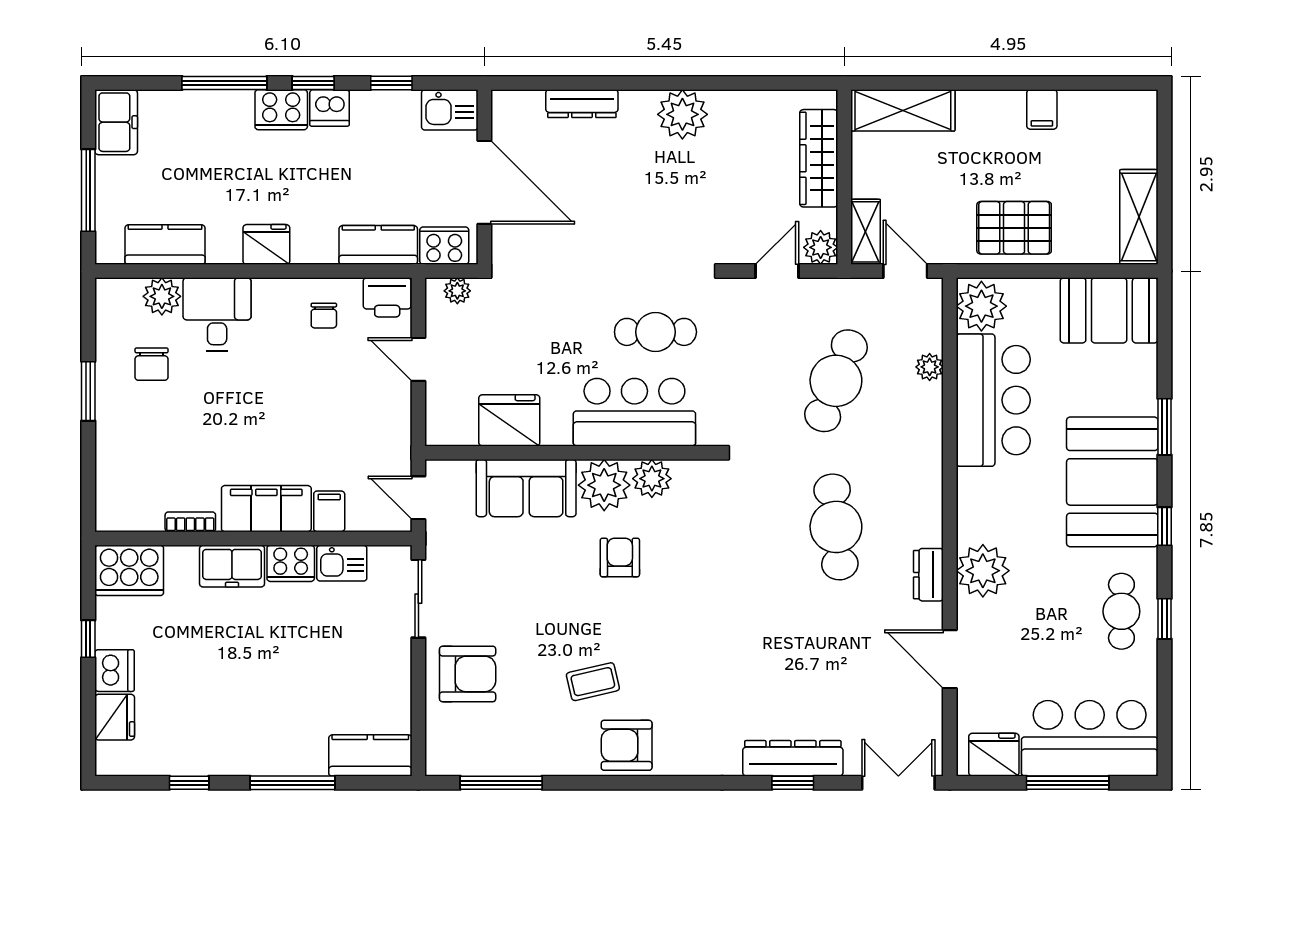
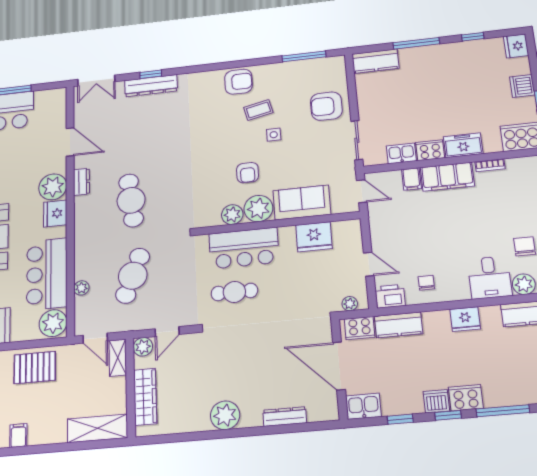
side table: (568, 628) -> (274, 135), added
fridge: (115, 717) -> (516, 46), moved
fridge: (994, 755) -> (55, 213), moved, turned 90

